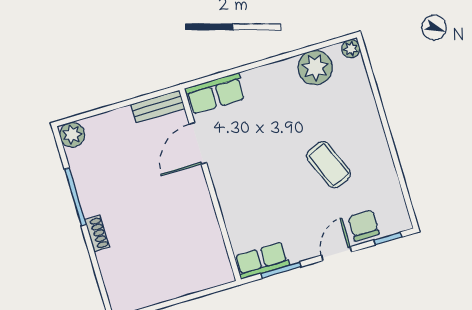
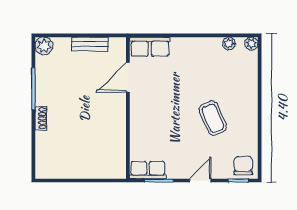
plant: (315, 68) -> (229, 44), width x0.53, depth x0.53
bench: (158, 106) -> (90, 44), moved
chair: (364, 225) -> (243, 166), moved

